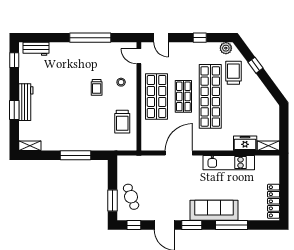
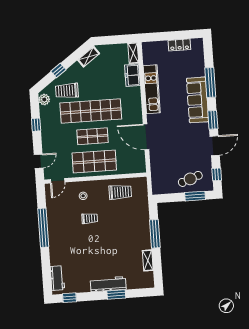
shelving: (268, 98) -> (89, 57), added
shelving: (30, 146) -> (148, 260), moved
locker: (274, 201) -> (179, 45), width x0.66

